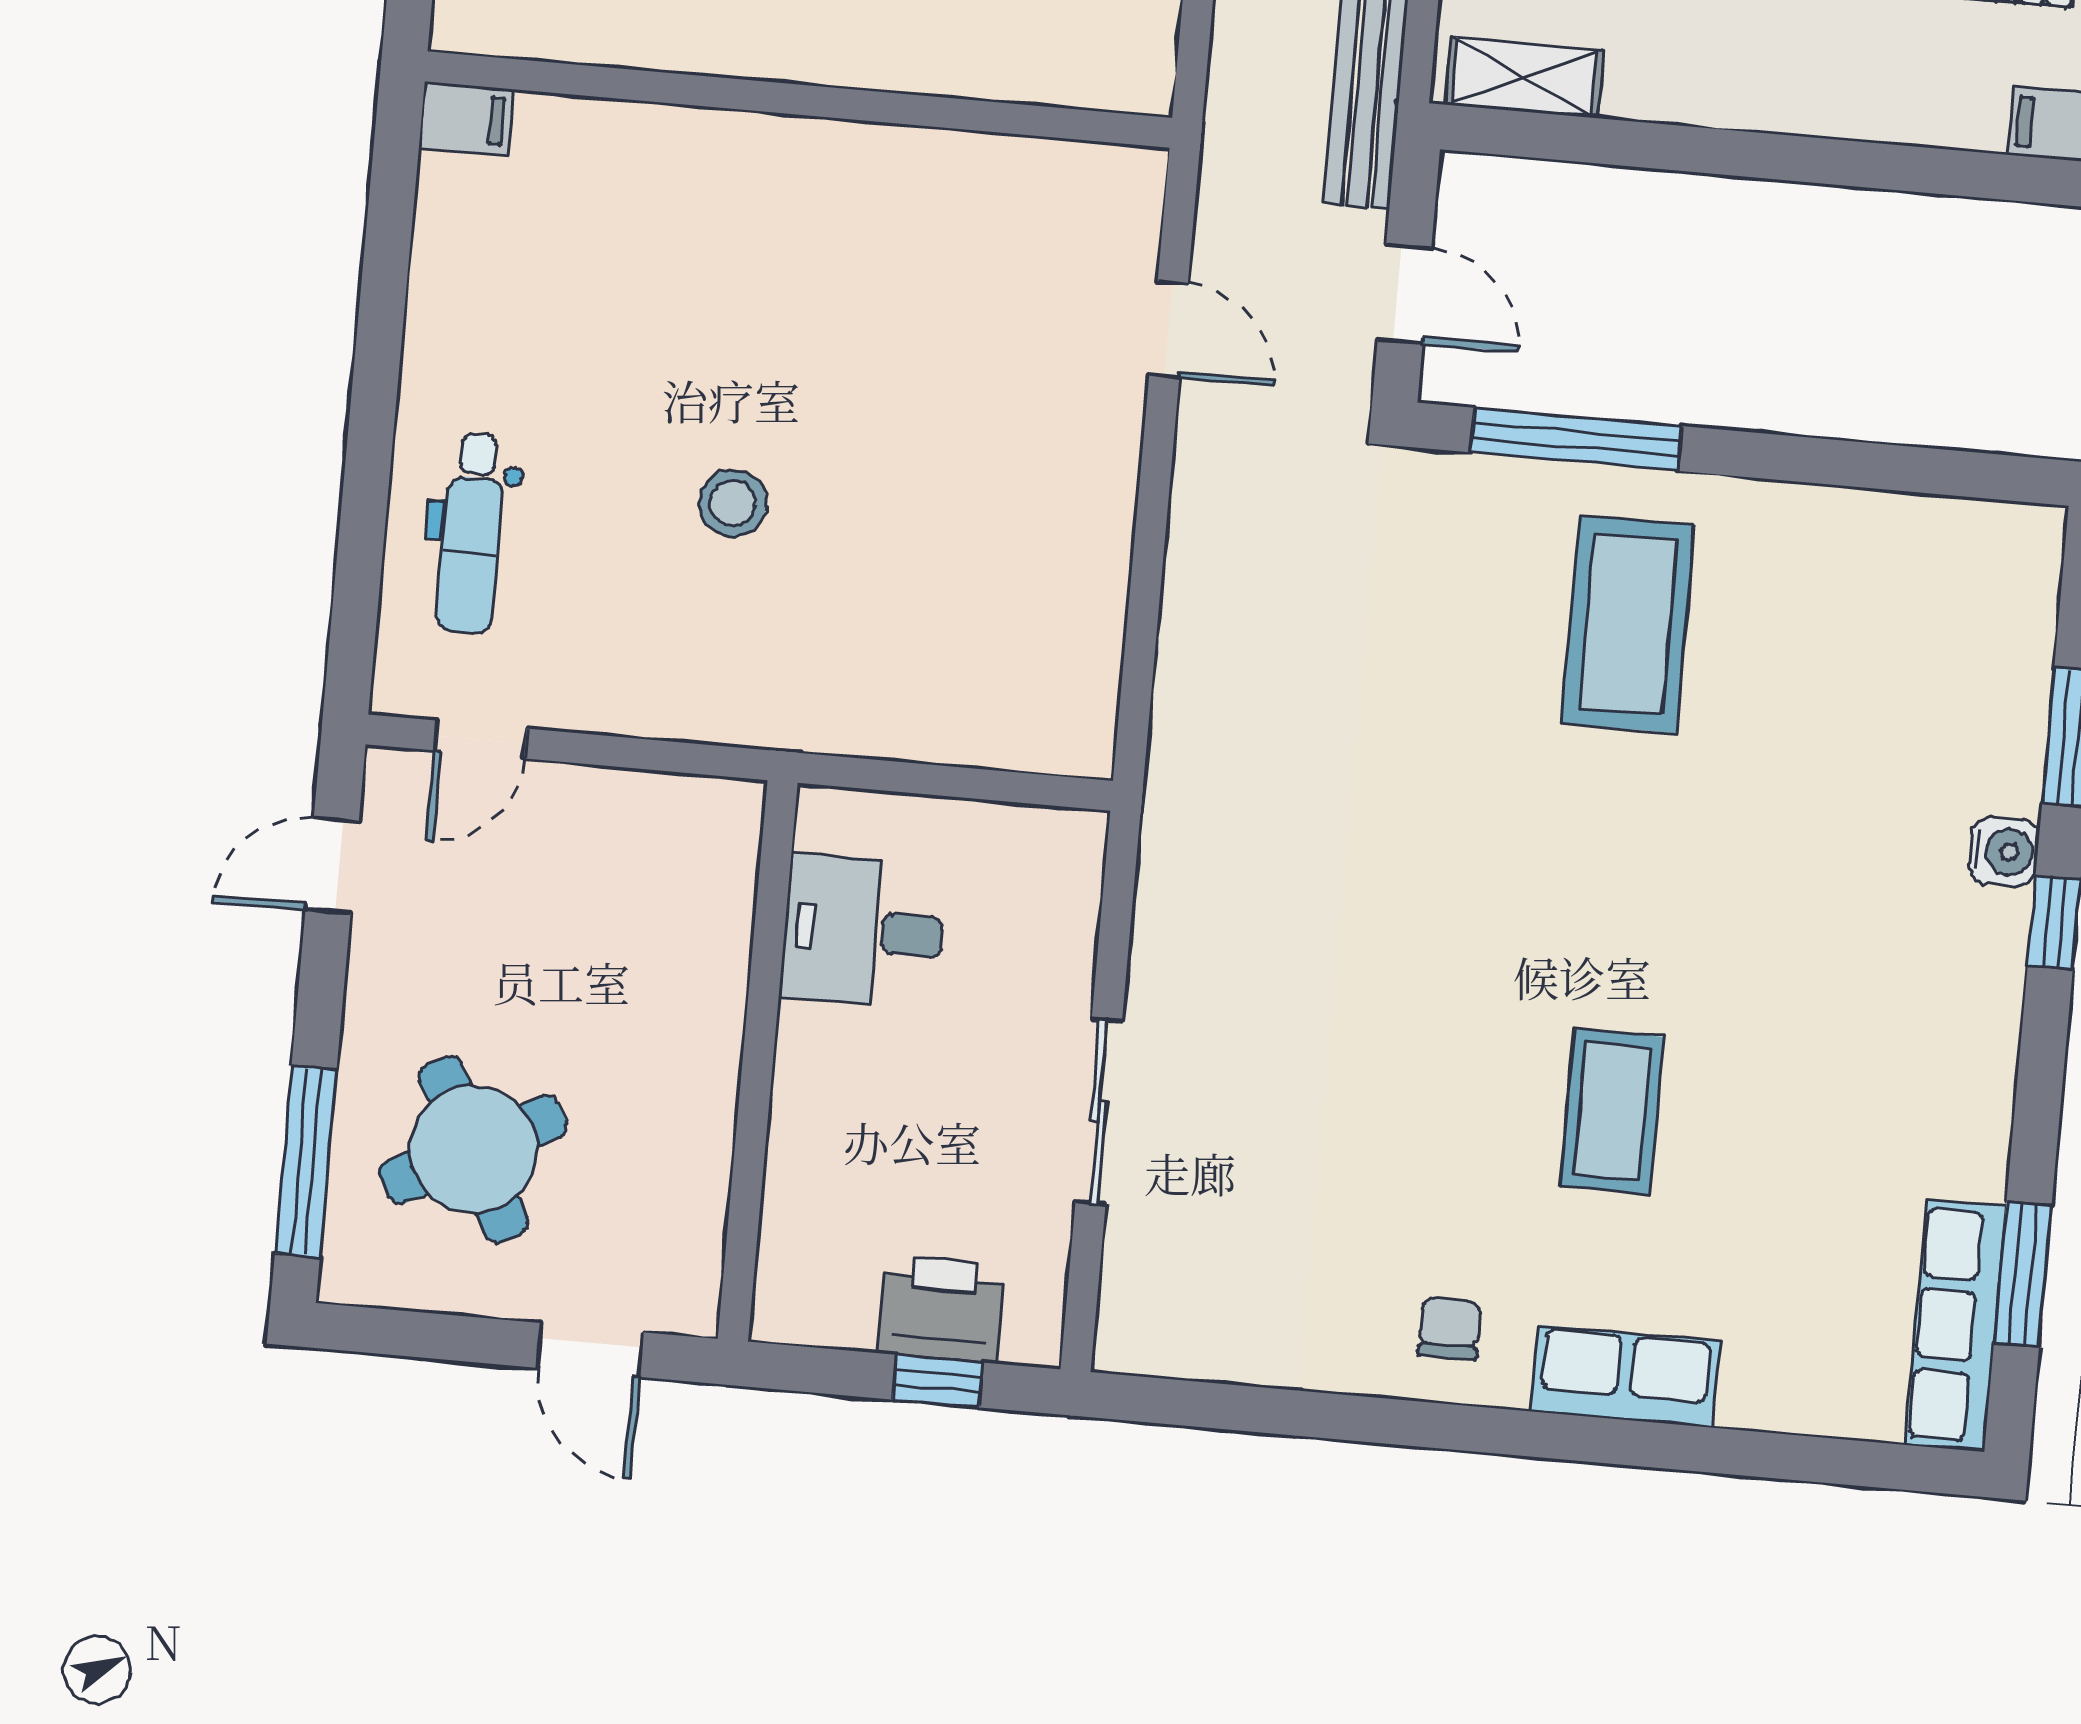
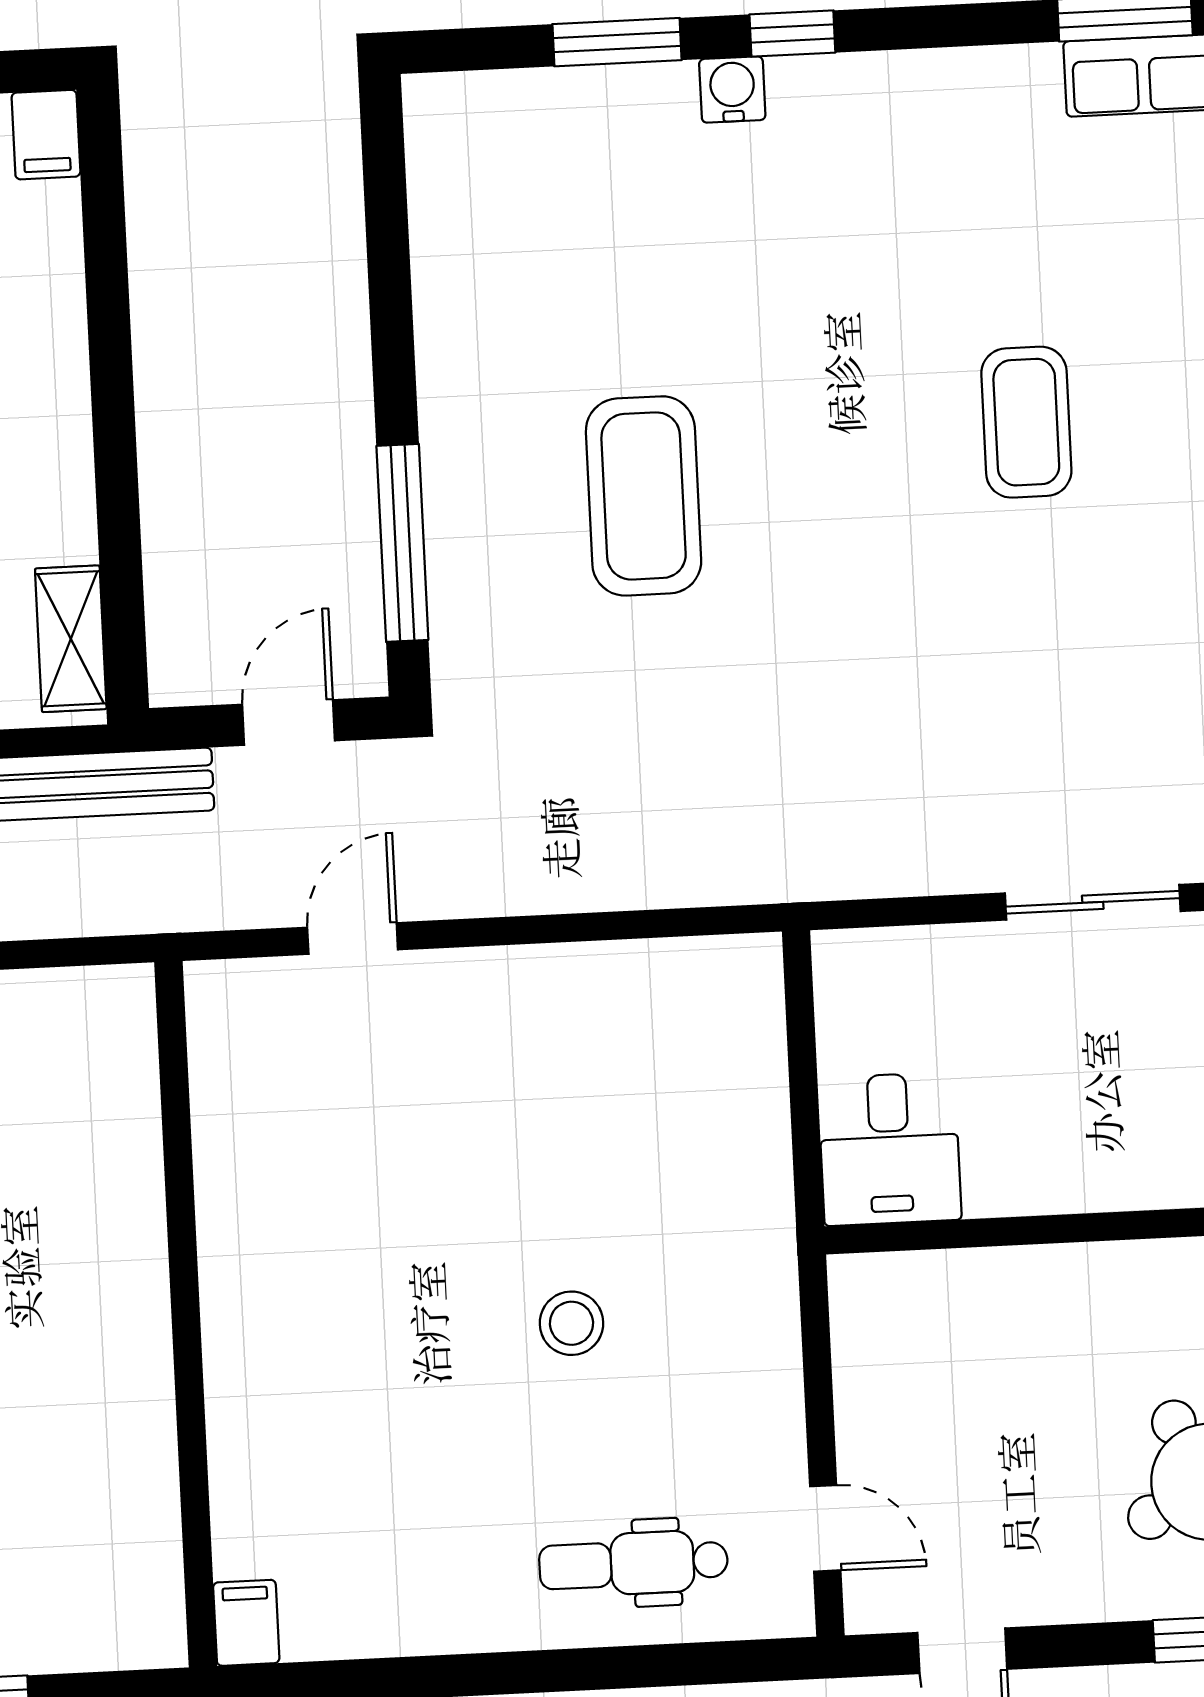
dental chair: (472, 533) -> (634, 1563), turned 180
coffee table: (1628, 624) -> (644, 496), moved, turned 90
desk: (863, 931) -> (890, 1149), moved
coffee table: (1612, 1112) -> (1026, 422), turned 90

